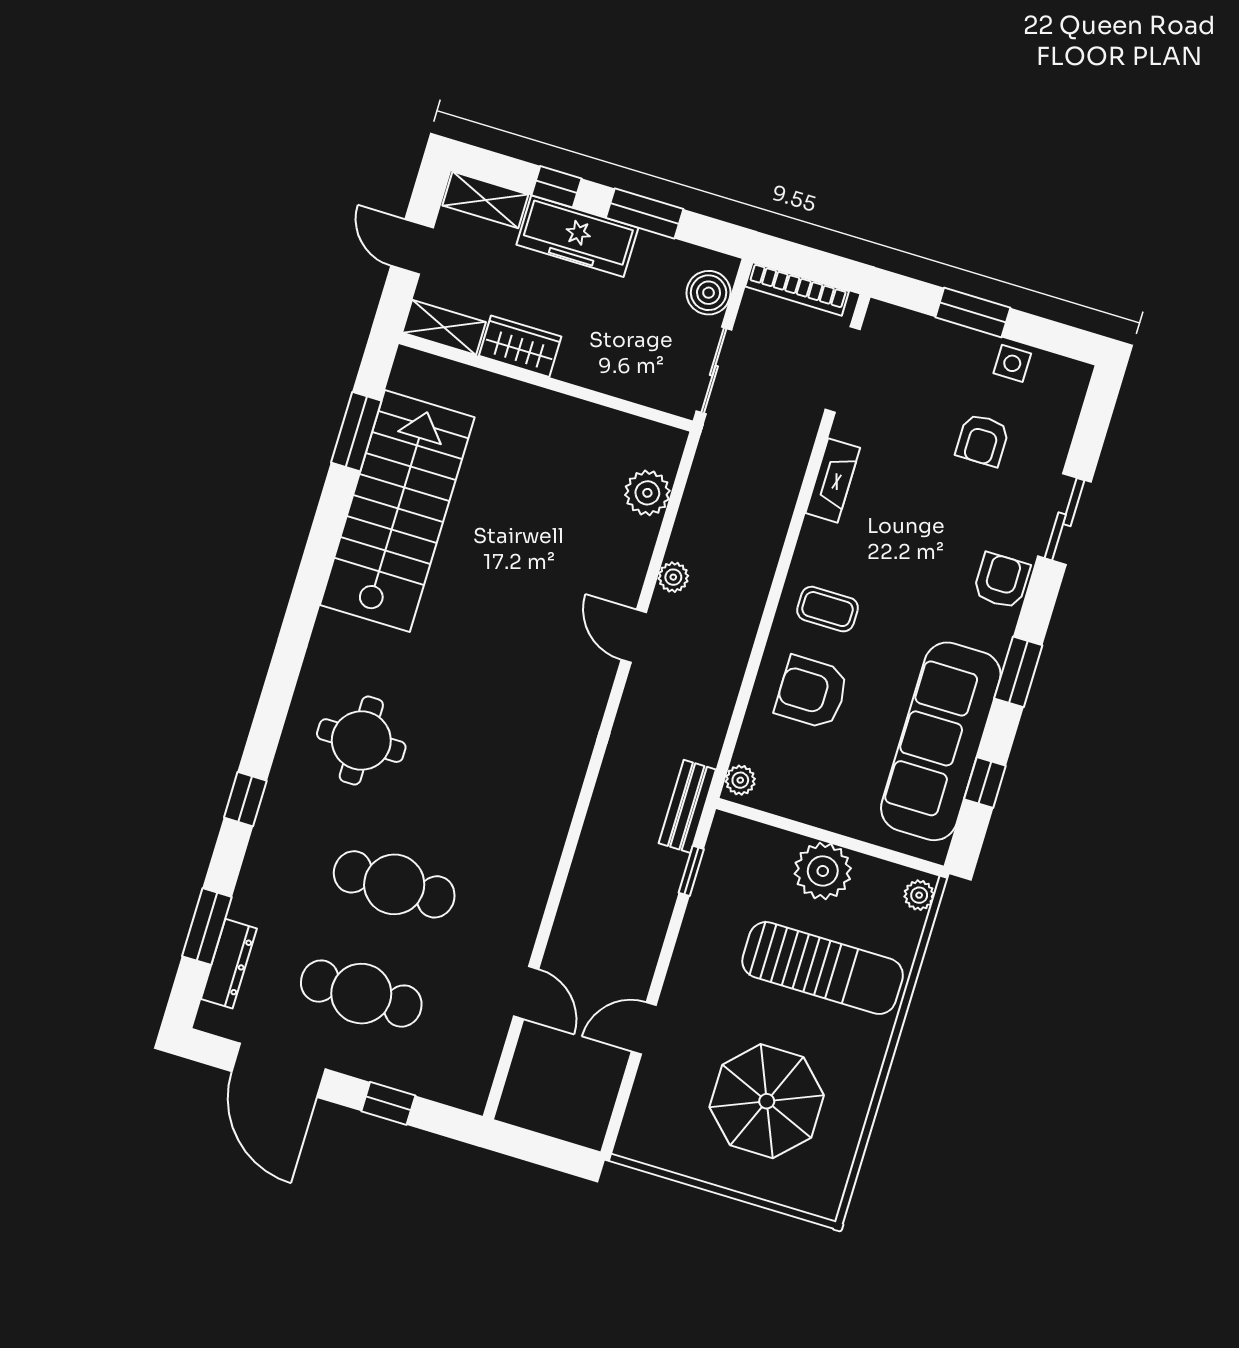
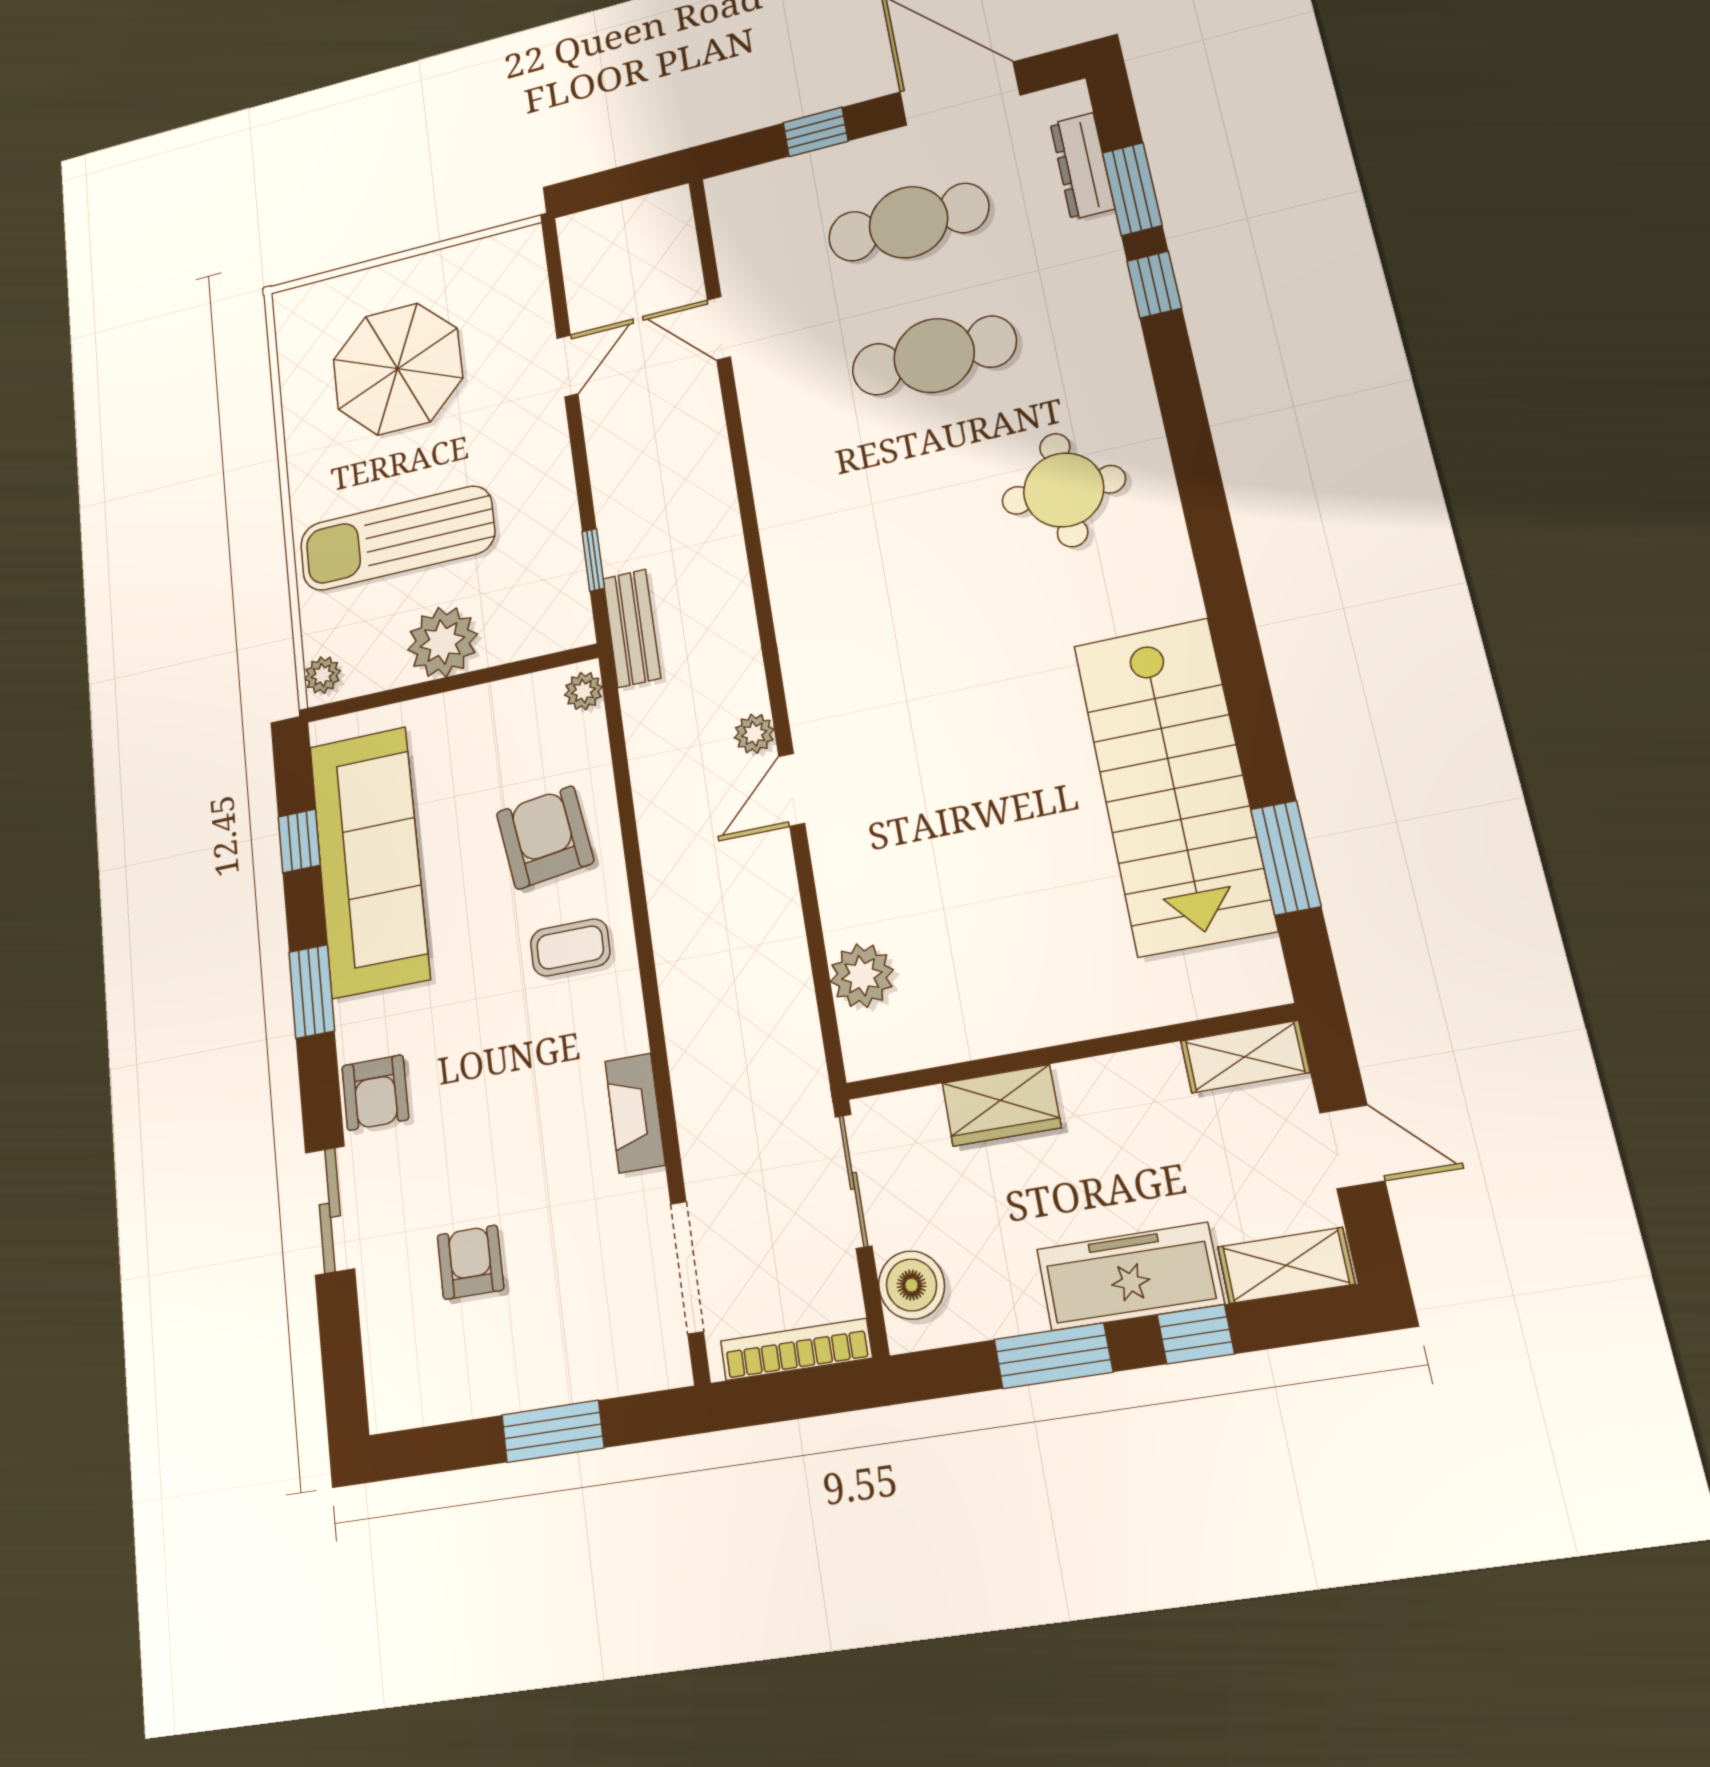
wardrobe: (520, 346) -> (1001, 1105), moved
side table: (1012, 363) -> (474, 1386), removed
plant: (673, 577) -> (754, 734), moved
door: (634, 636) -> (792, 790), swing flipped
armchair: (812, 692) -> (545, 837), turned -98
window: (245, 799) -> (1154, 285), moved

